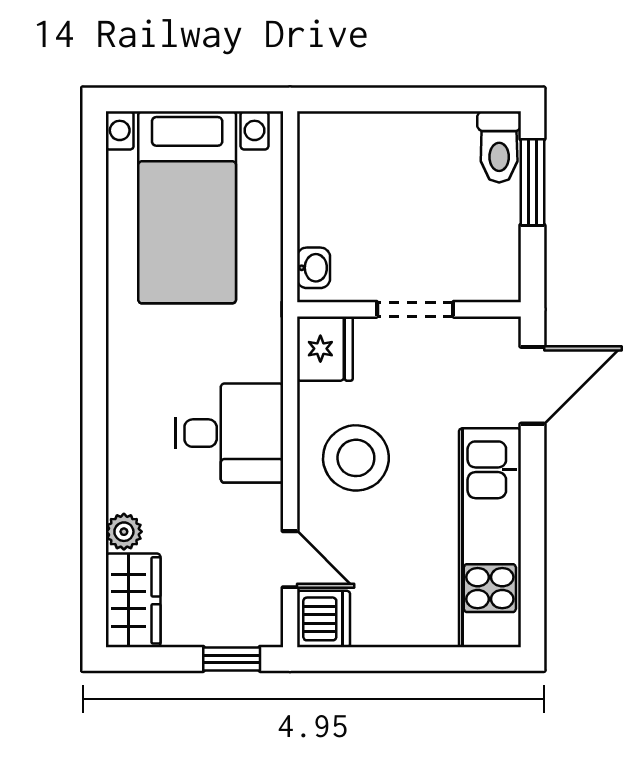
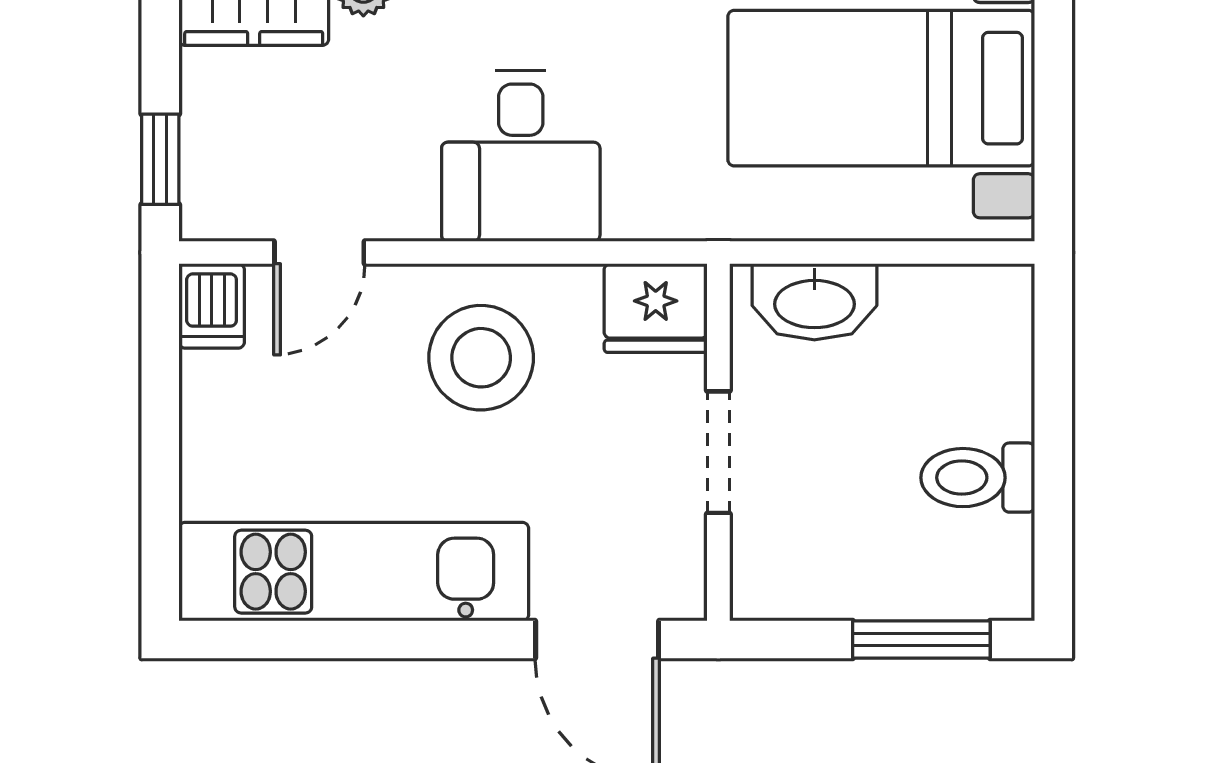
toilet: (499, 147) -> (978, 478), moved
washbasin: (314, 268) -> (814, 302), width x1.91, depth x1.45
dishwasher: (323, 619) -> (212, 306), width x0.73

